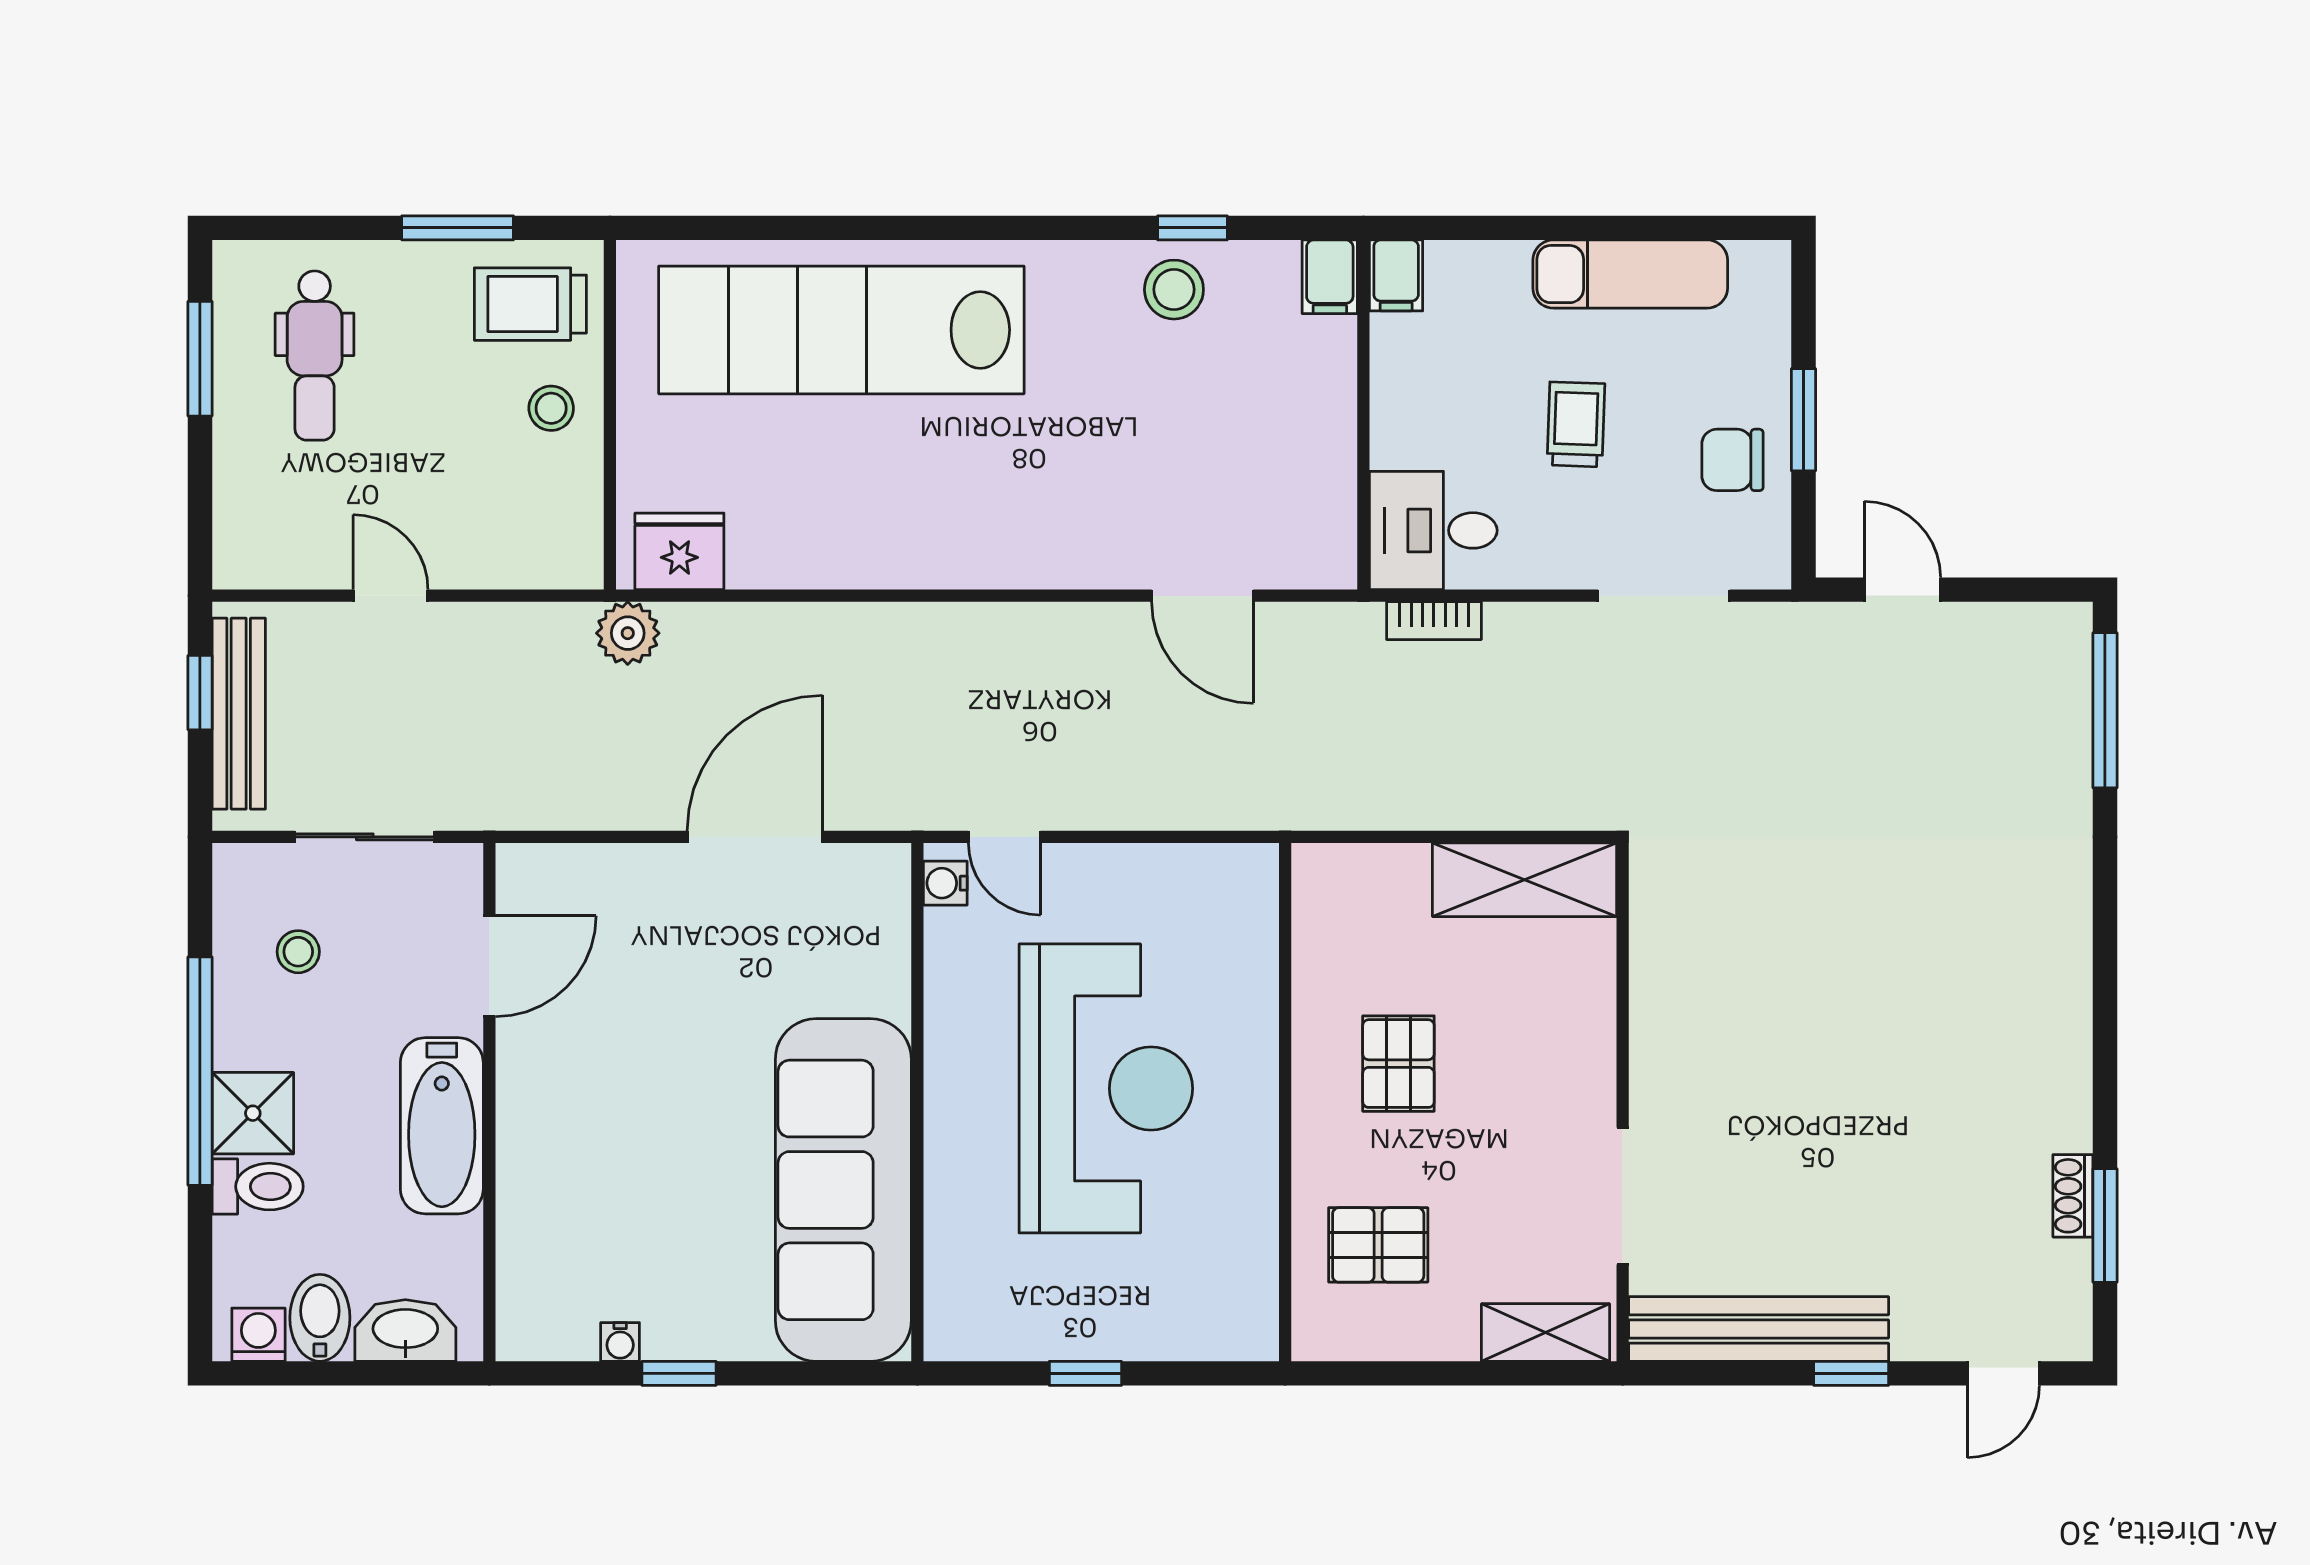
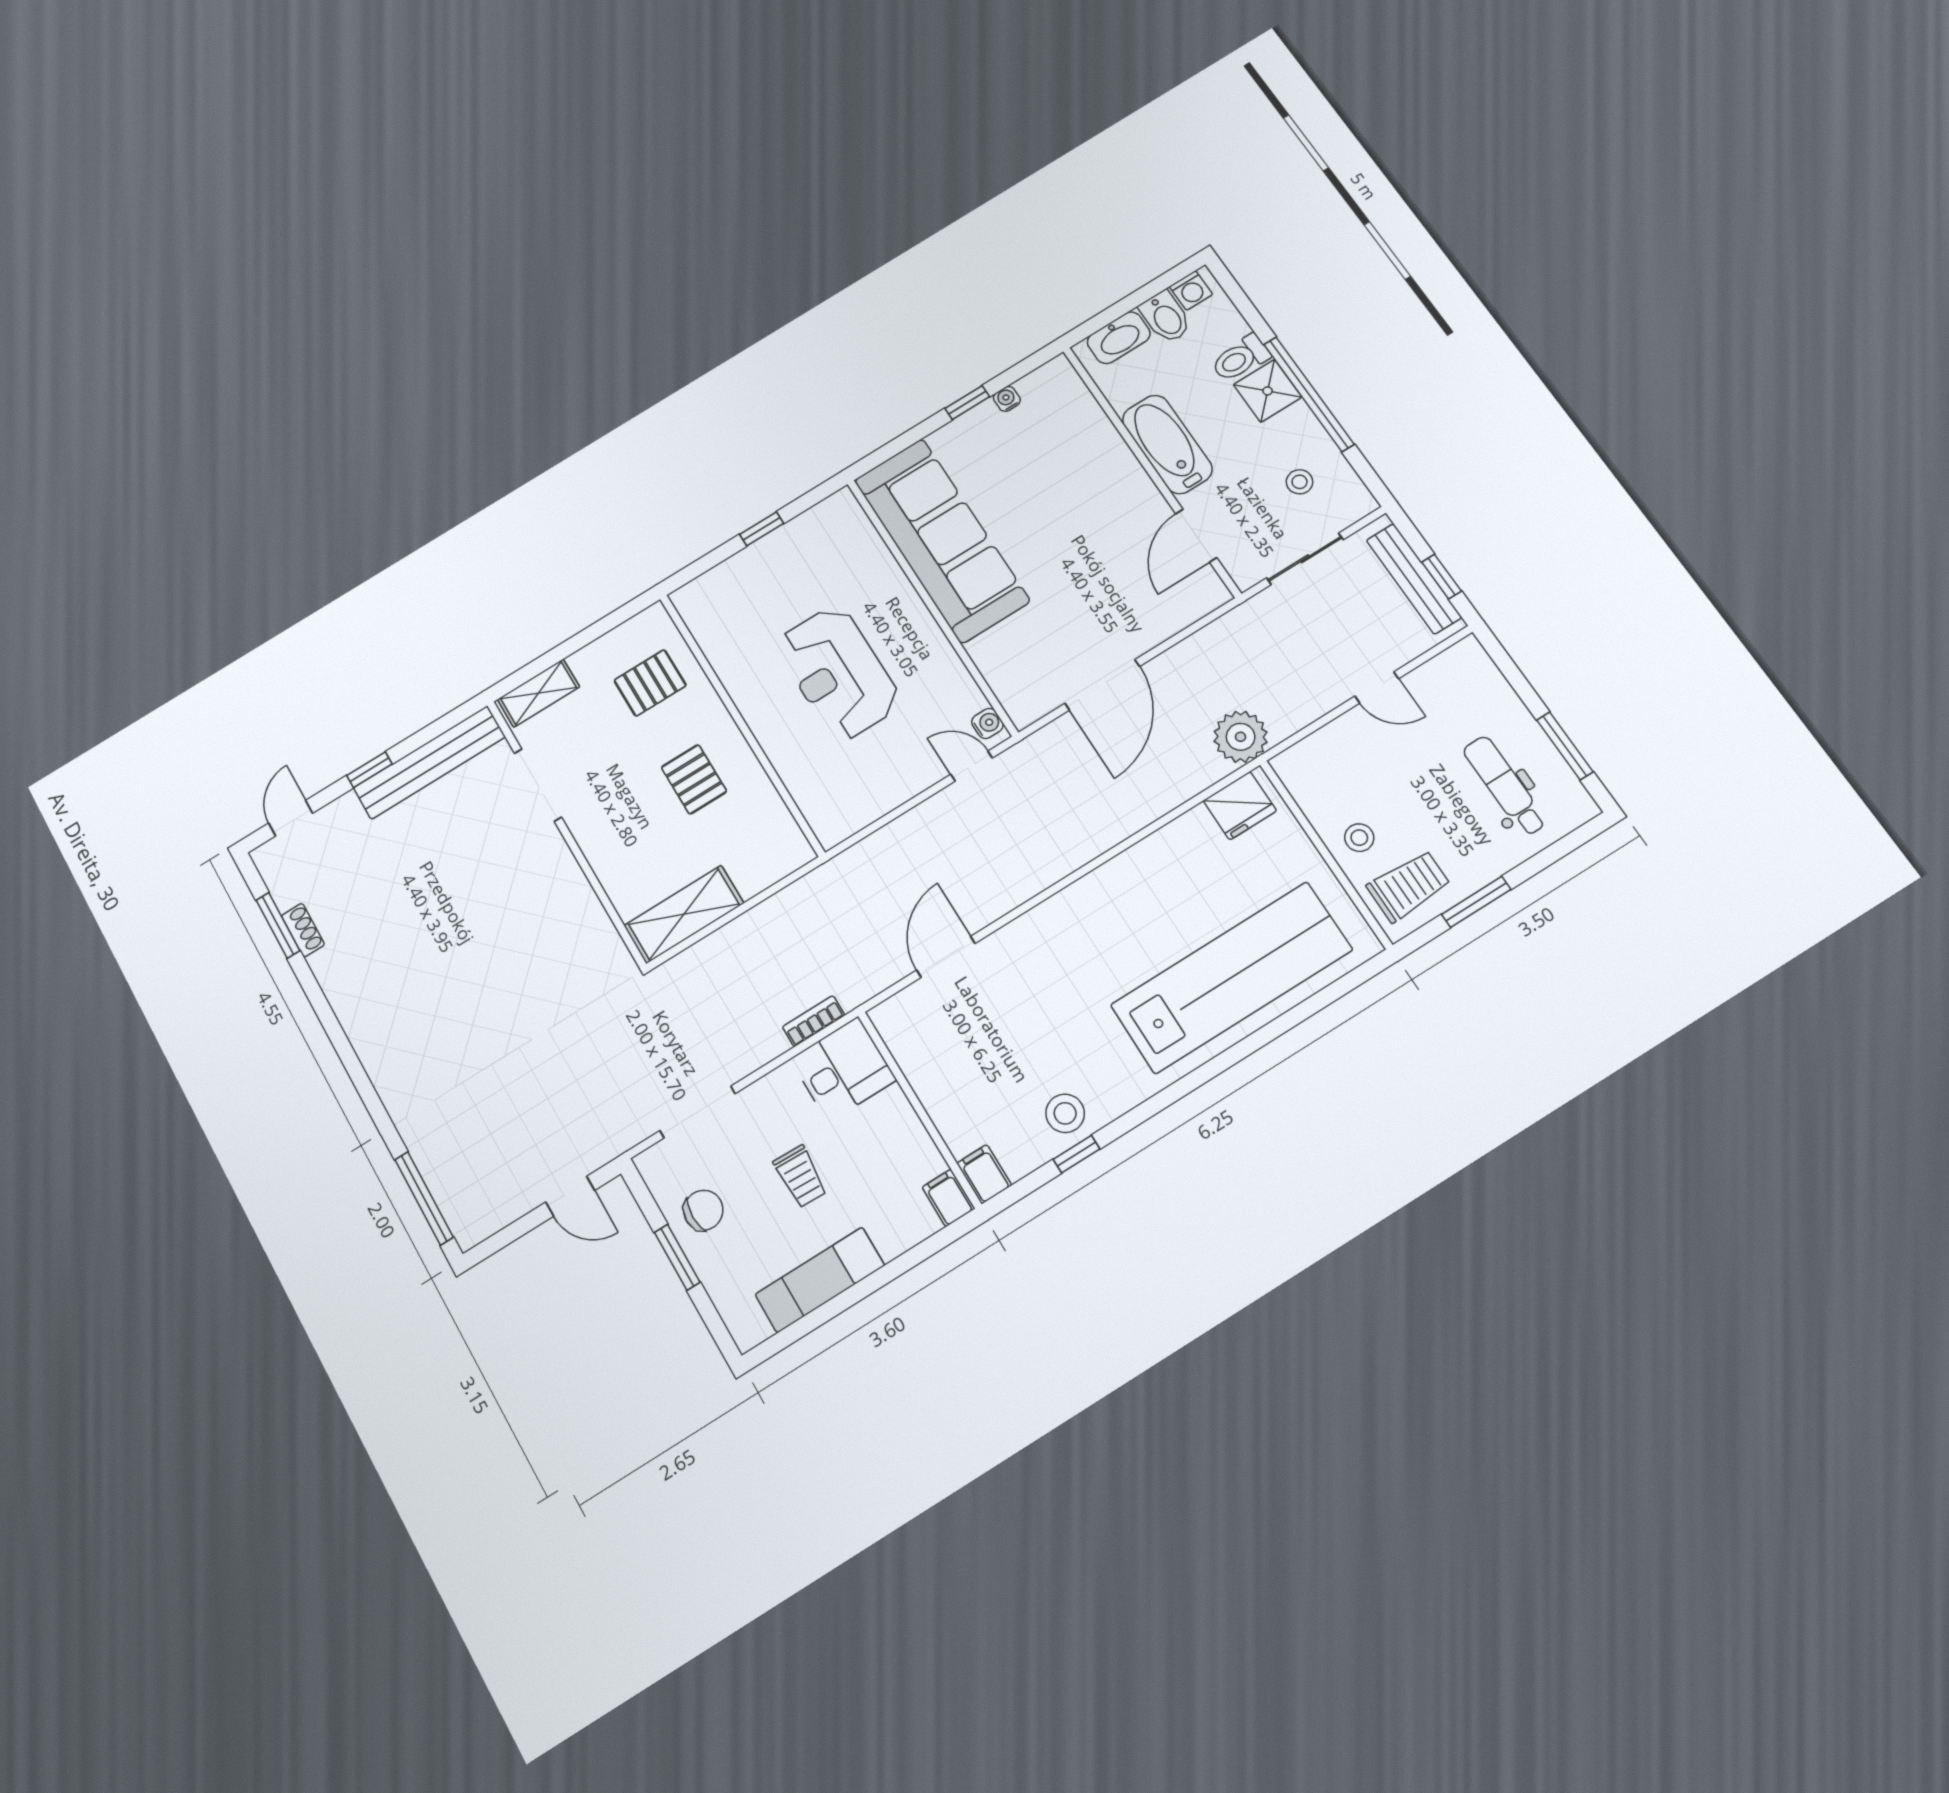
door: (1203, 596) -> (946, 957), hinge flipped
plant: (628, 633) -> (1241, 737), width x1.36, depth x1.36
reception desk: (1106, 1088) -> (838, 673), width x0.74, depth x0.77

